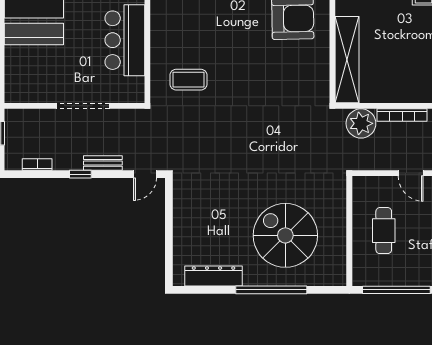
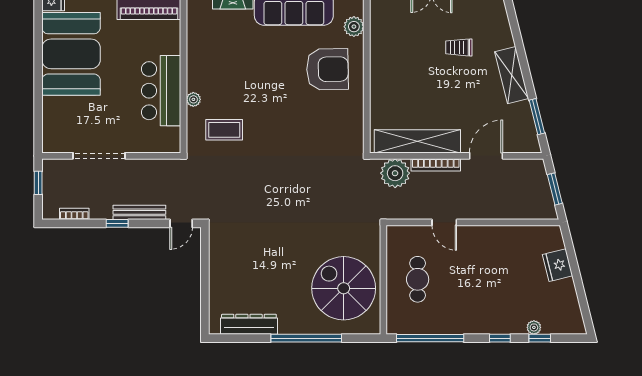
plant: (157, 49) -> (193, 99), added
shelving: (347, 60) -> (417, 141), moved, turned 90
doorway: (83, 106) -> (99, 156), moved
bench: (103, 163) -> (139, 212), width x1.36
spiral stairs: (285, 235) -> (344, 288), moved

